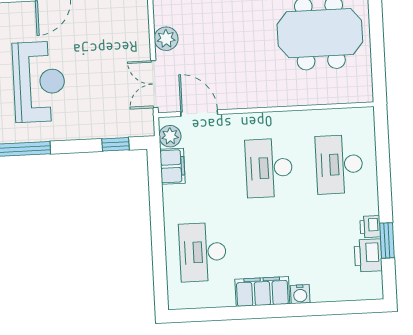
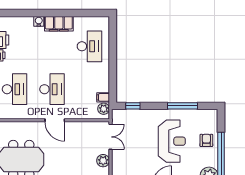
reception desk: (39, 82) -> (172, 141), turned 180
door: (199, 113) -> (55, 120), moved
filing cabinet: (172, 166) -> (103, 97), width x0.50

